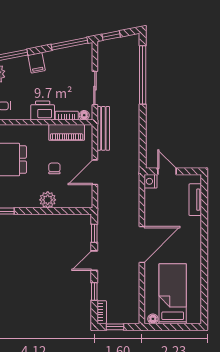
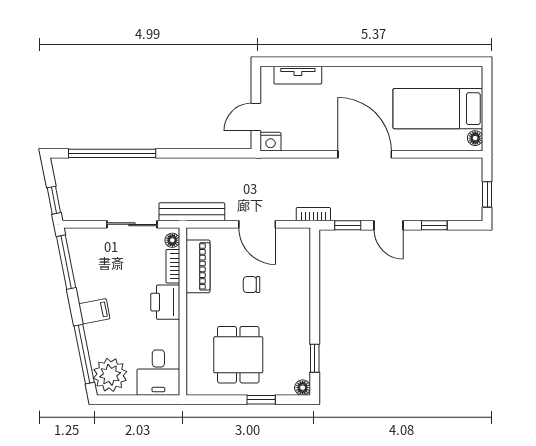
plant: (48, 200) -> (298, 295), removed
bookcase: (102, 312) -> (313, 214), moved

